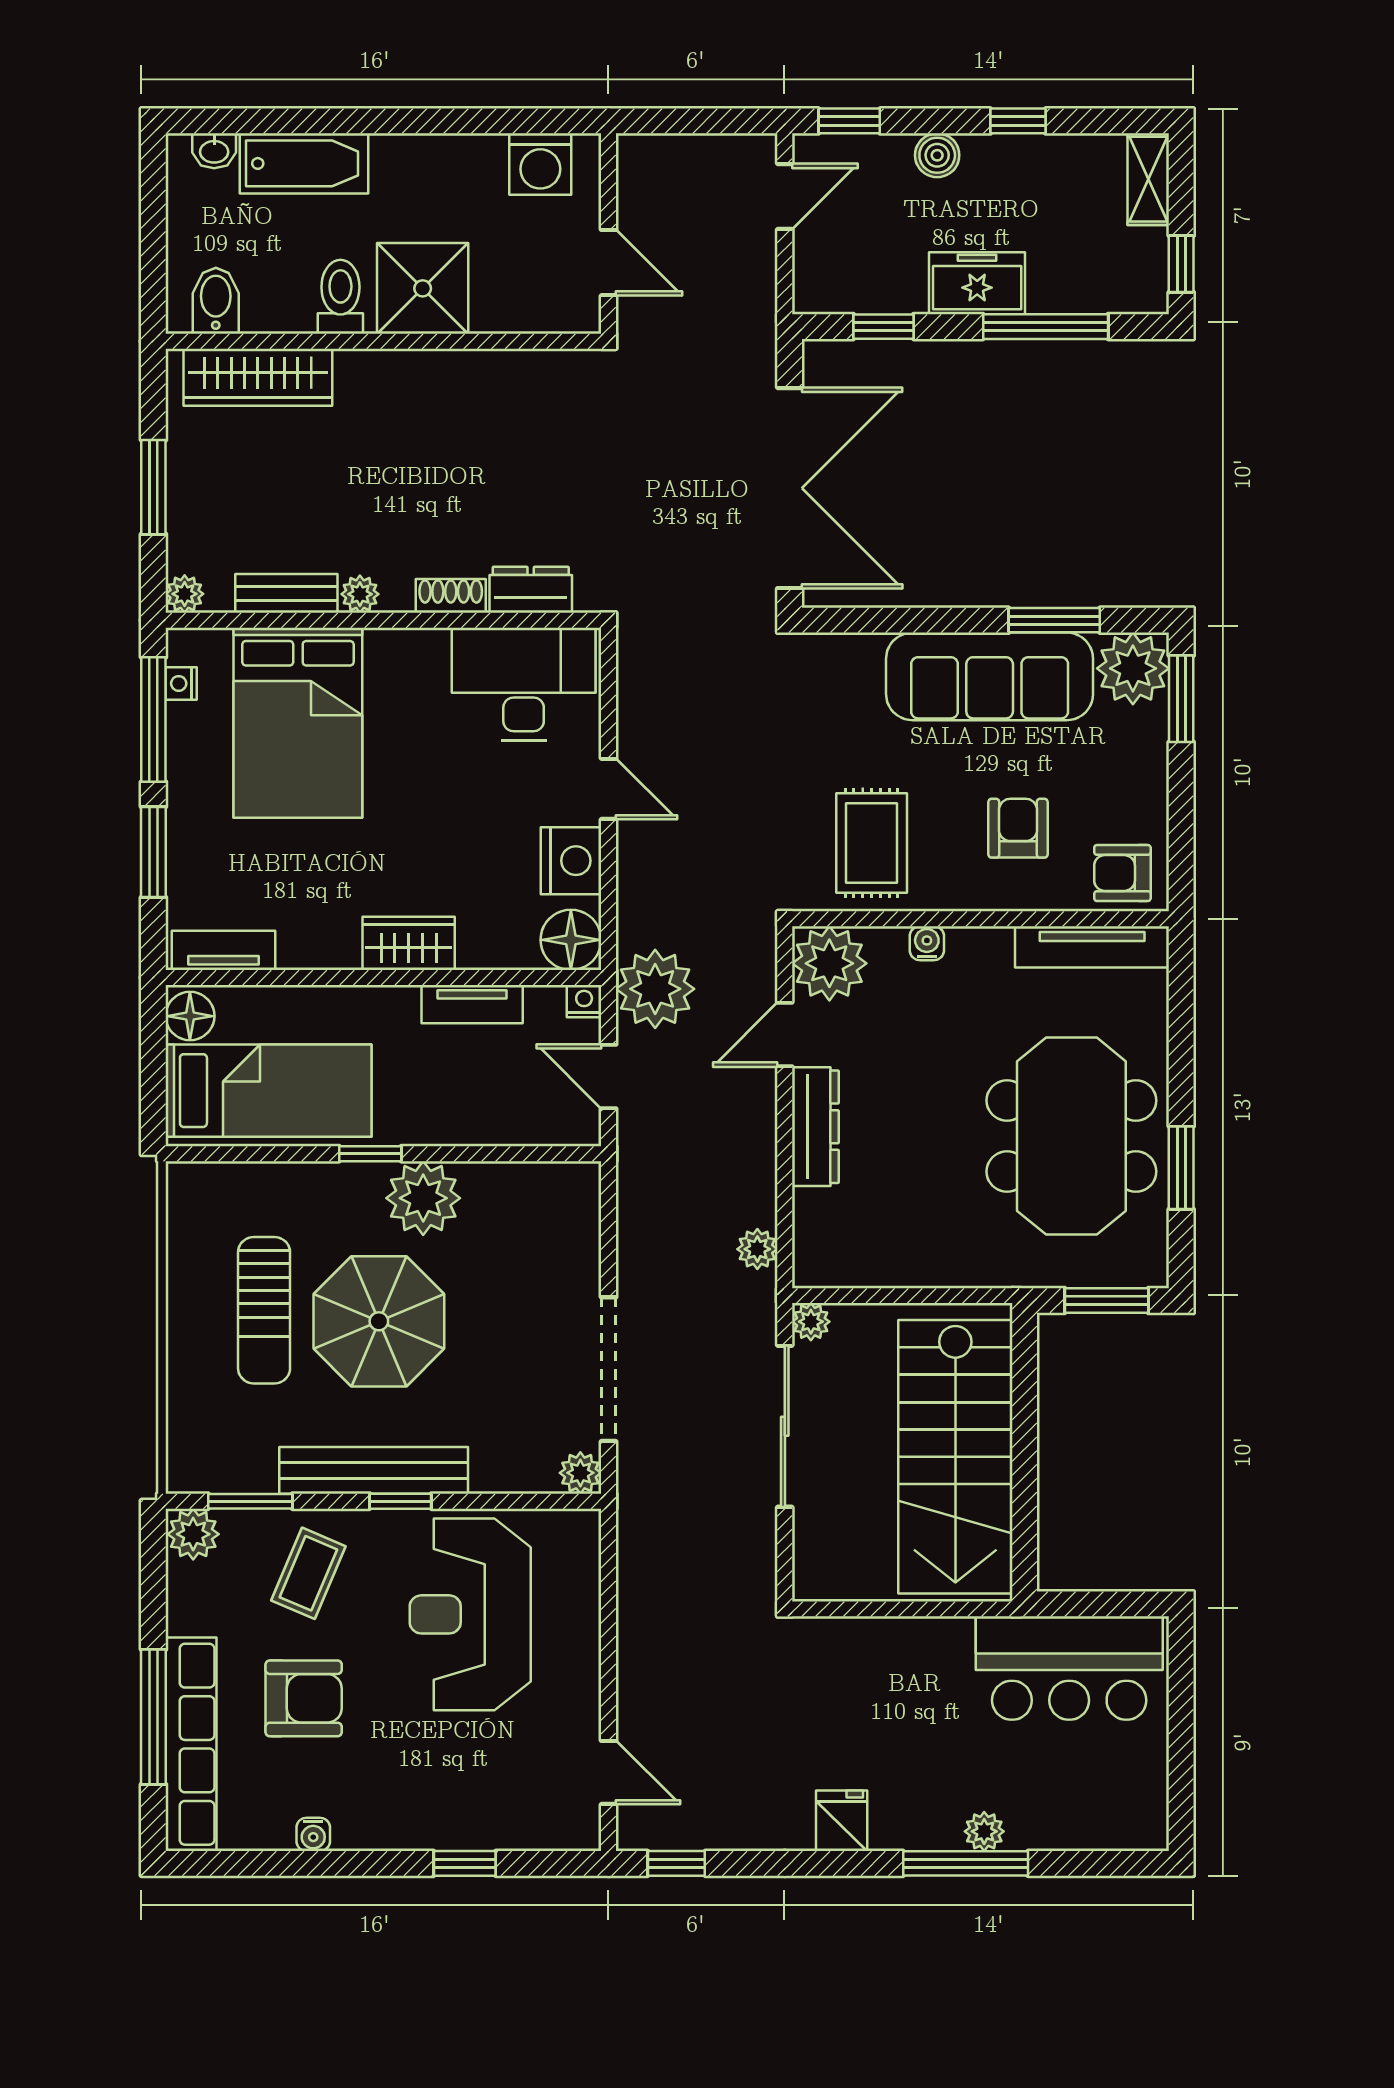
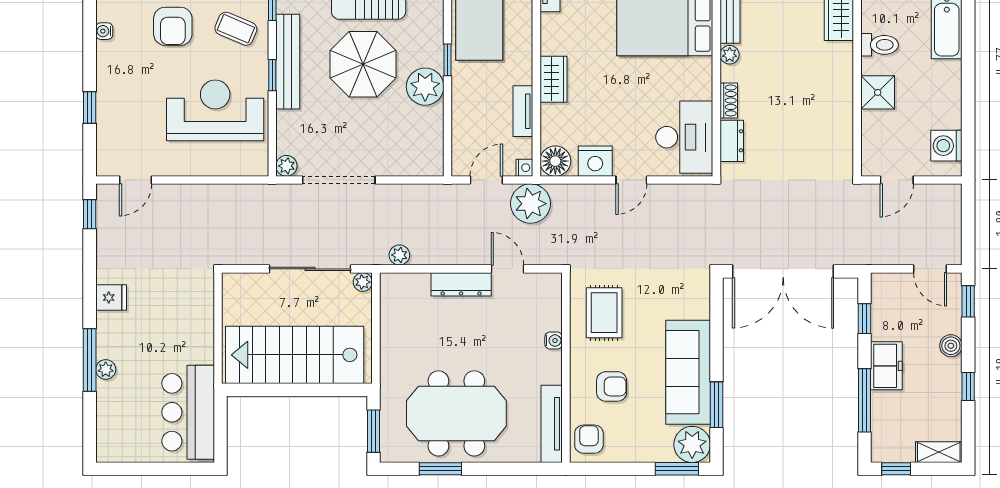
shower: (423, 288) -> (878, 92), width x0.73, depth x0.73
rug: (872, 843) -> (604, 313), turned 90
plant: (829, 963) -> (543, 291), removed

